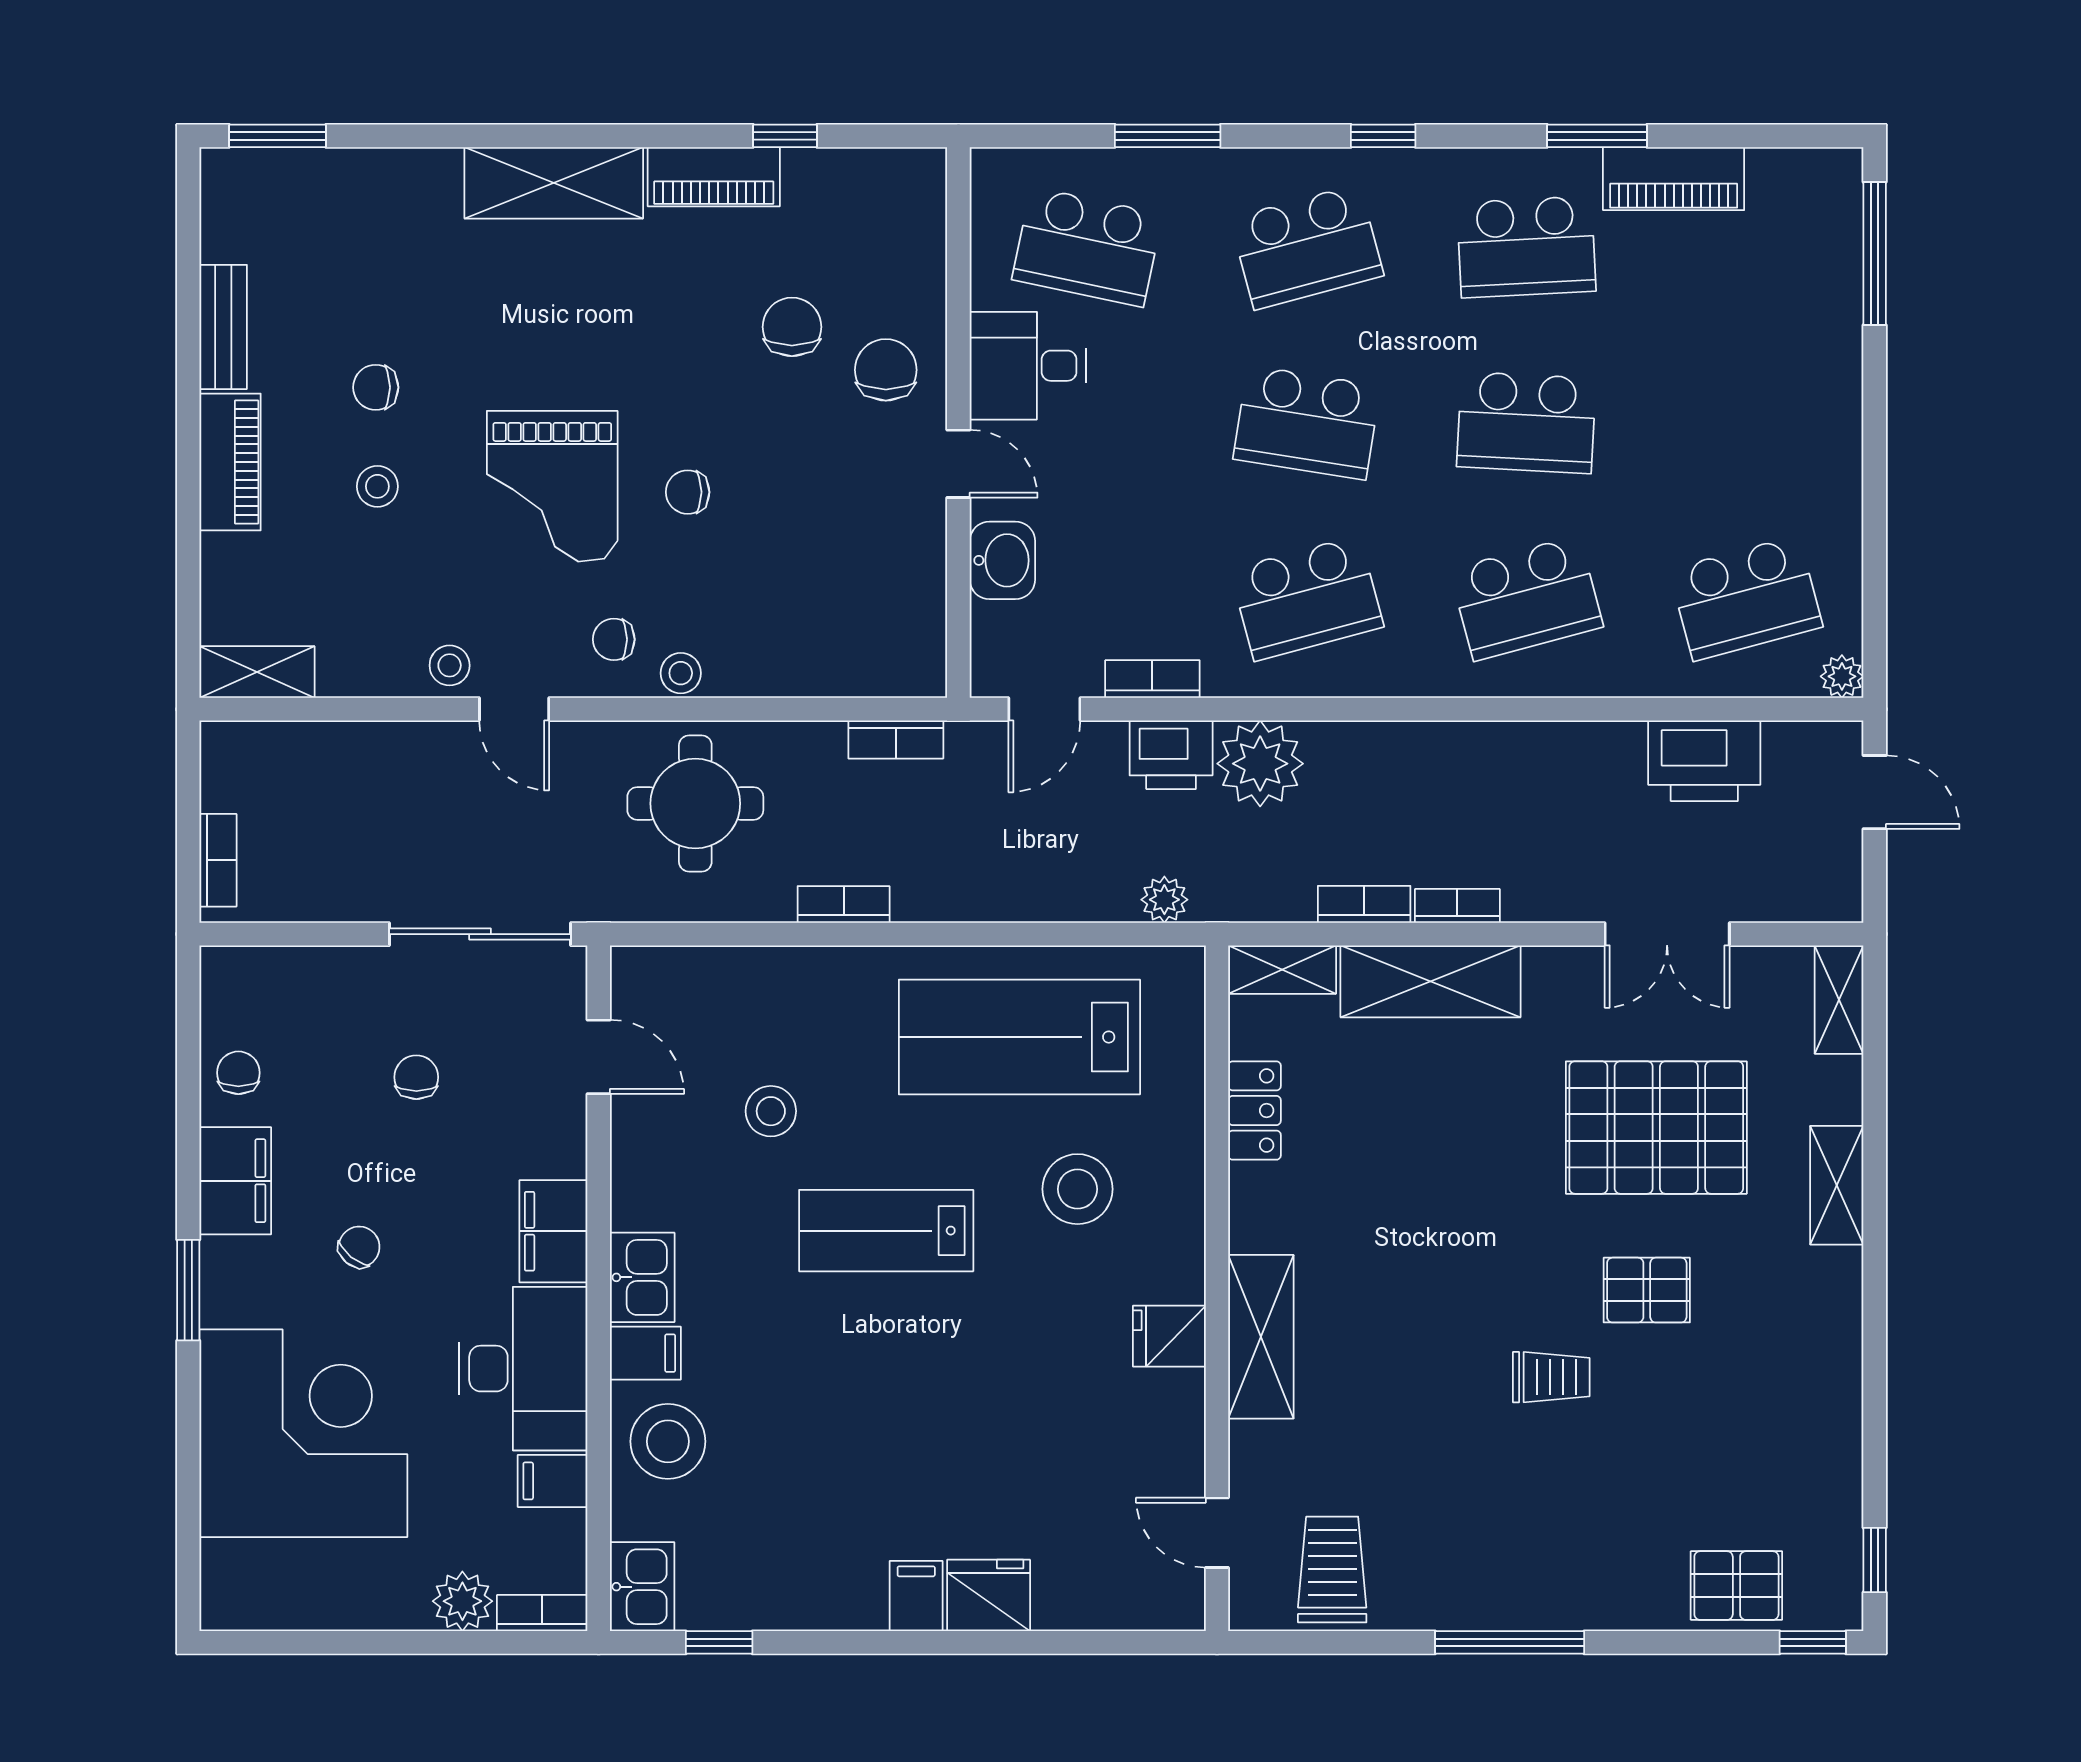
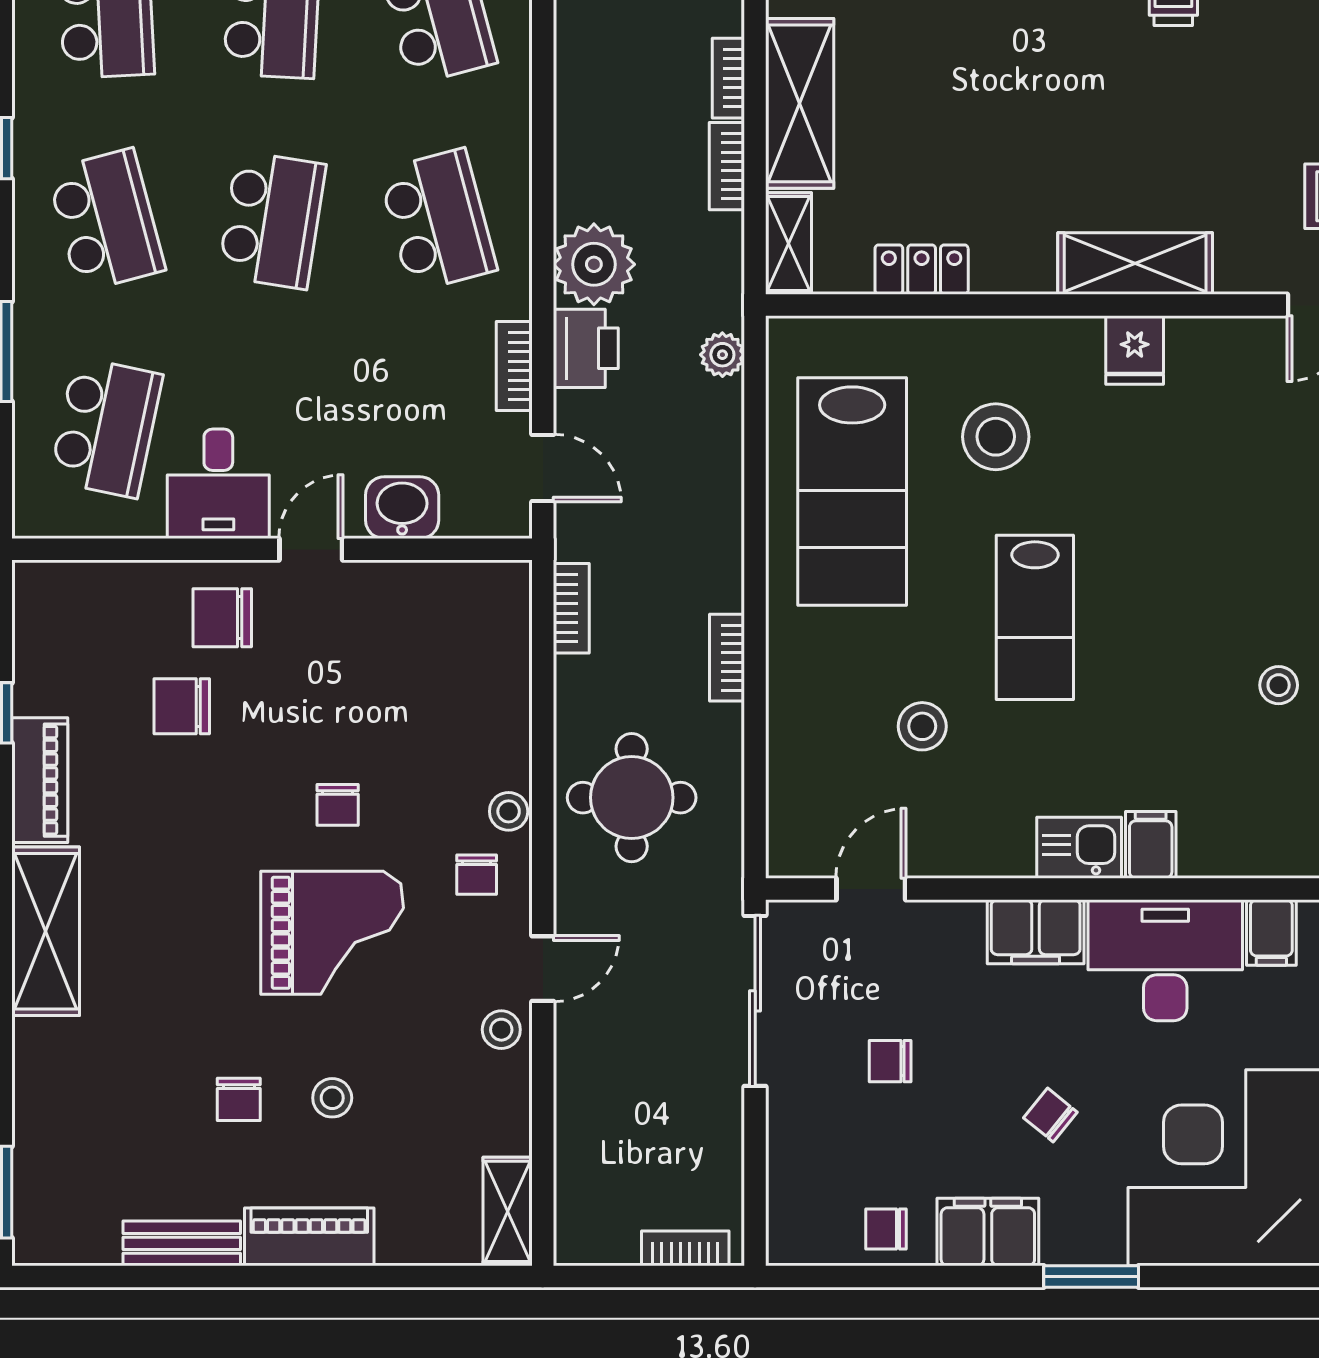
stool: (668, 1441) -> (1279, 685), moved, width x0.53, depth x0.53

